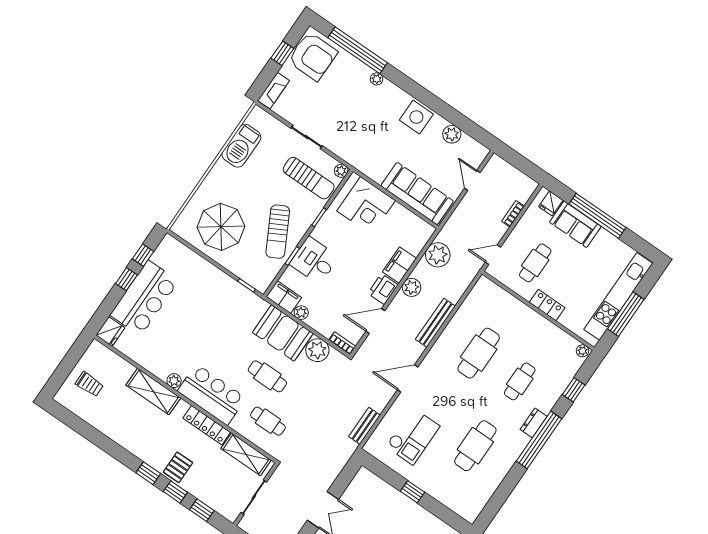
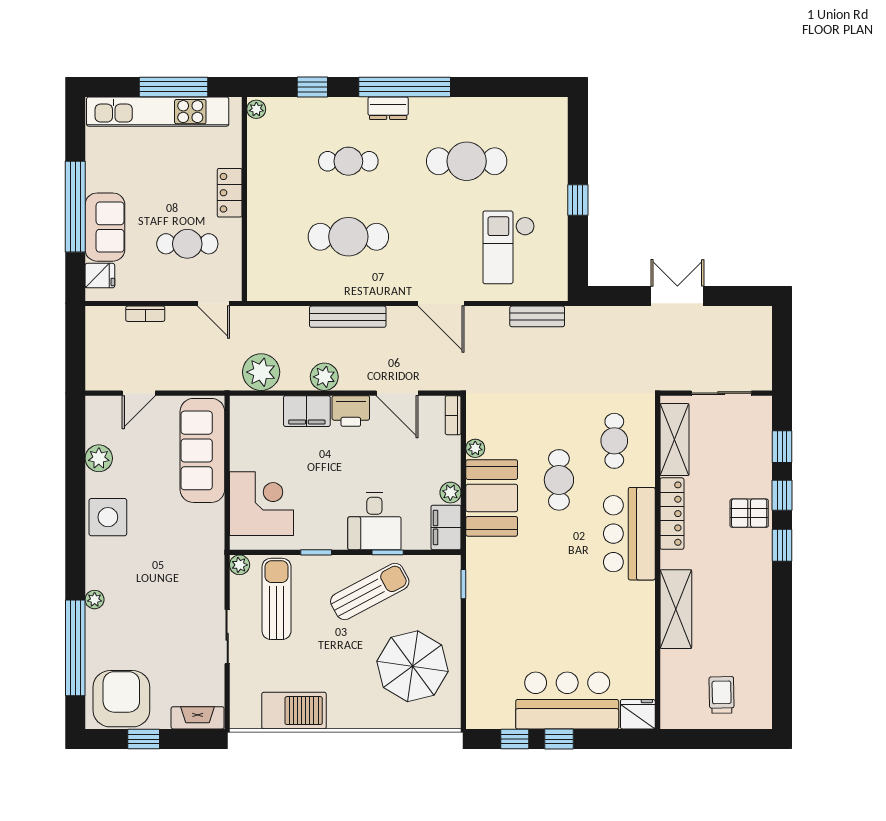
plant: (317, 350) -> (475, 448), width x0.53, depth x0.53
plant: (174, 381) -> (644, 593), removed
checkout: (413, 436) -> (509, 247), turned -90

